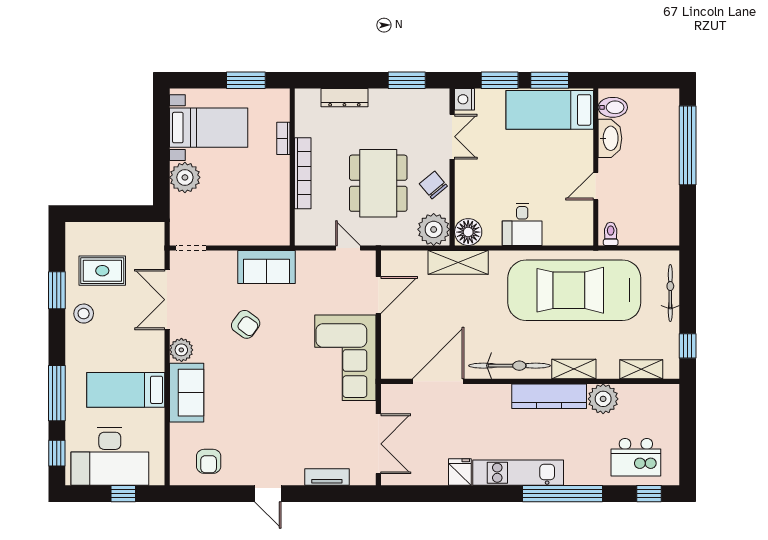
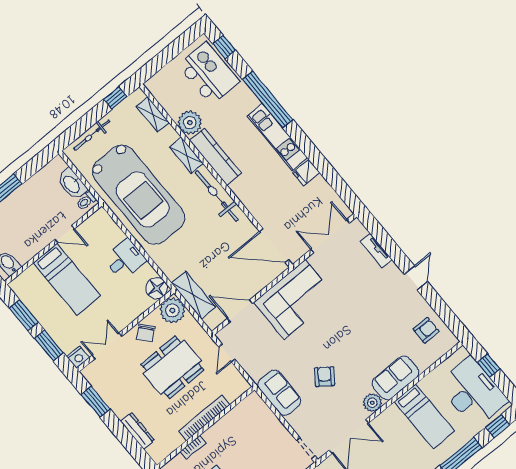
bed: (550, 110) -> (67, 279), moved
washbasin: (610, 138) -> (72, 184), moved, turned -90
shelving: (458, 262) -> (193, 295), moved
door: (438, 381) -> (274, 246), moved
kitchen island: (636, 457) -> (209, 73), width x1.37, depth x1.28

